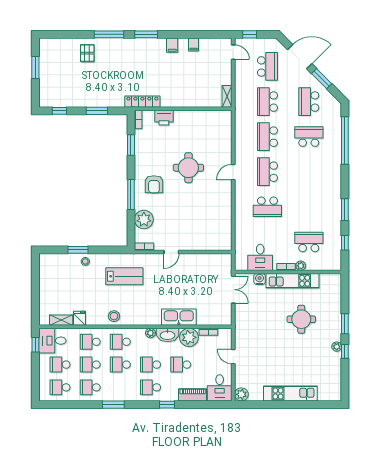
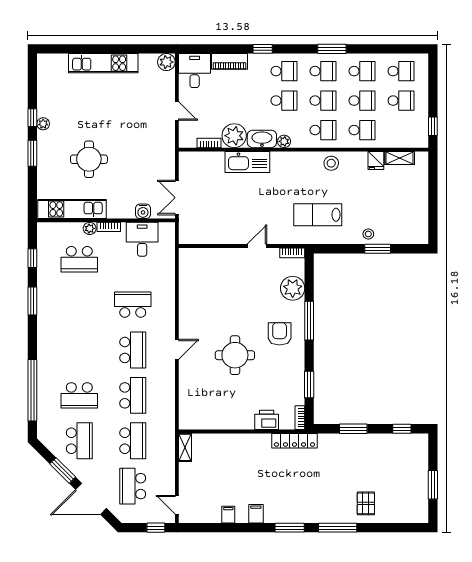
kitchen unit: (293, 281) -> (72, 209), moved
desk: (52, 341) -> (411, 132), removed
school desk: (181, 365) -> (323, 71), moved

